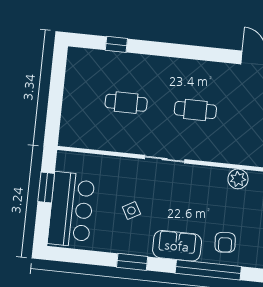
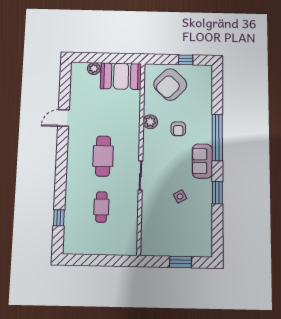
cafe table: (195, 110) -> (103, 156), width x1.37, depth x1.35
window: (46, 187) -> (180, 262), moved
bar counter: (71, 209) -> (183, 241), removed
armchair: (225, 242) -> (178, 129), moved, turned 94

